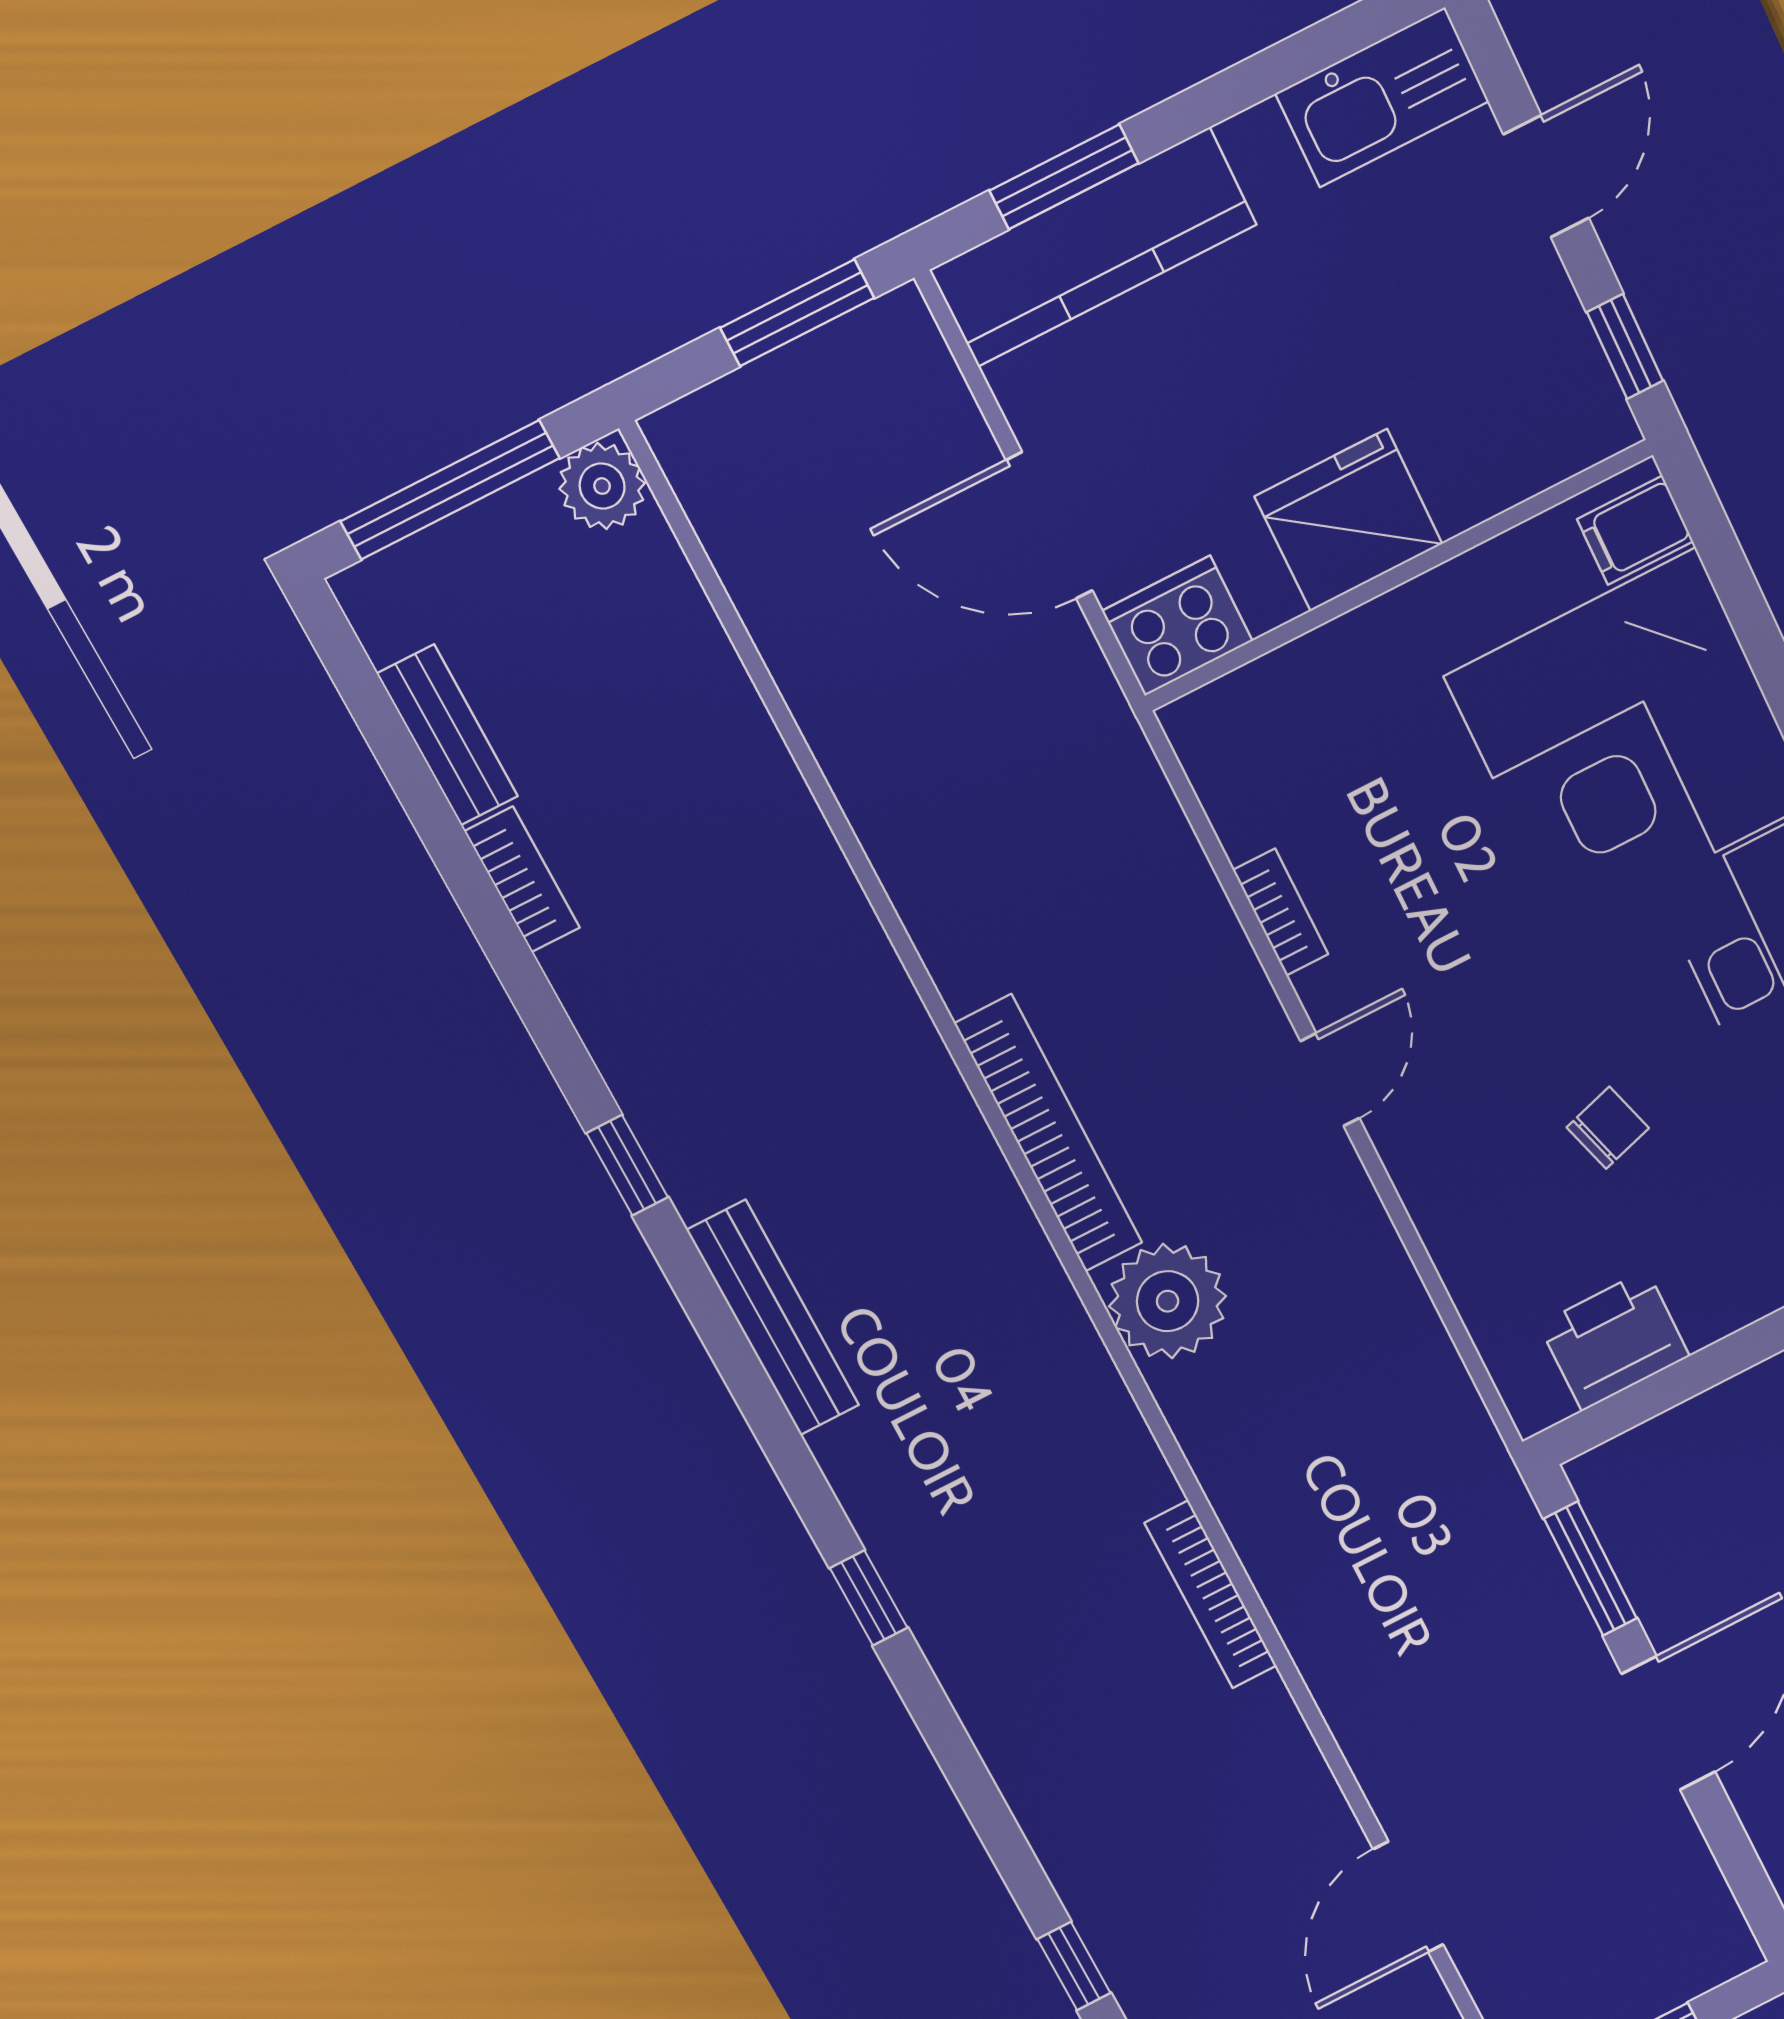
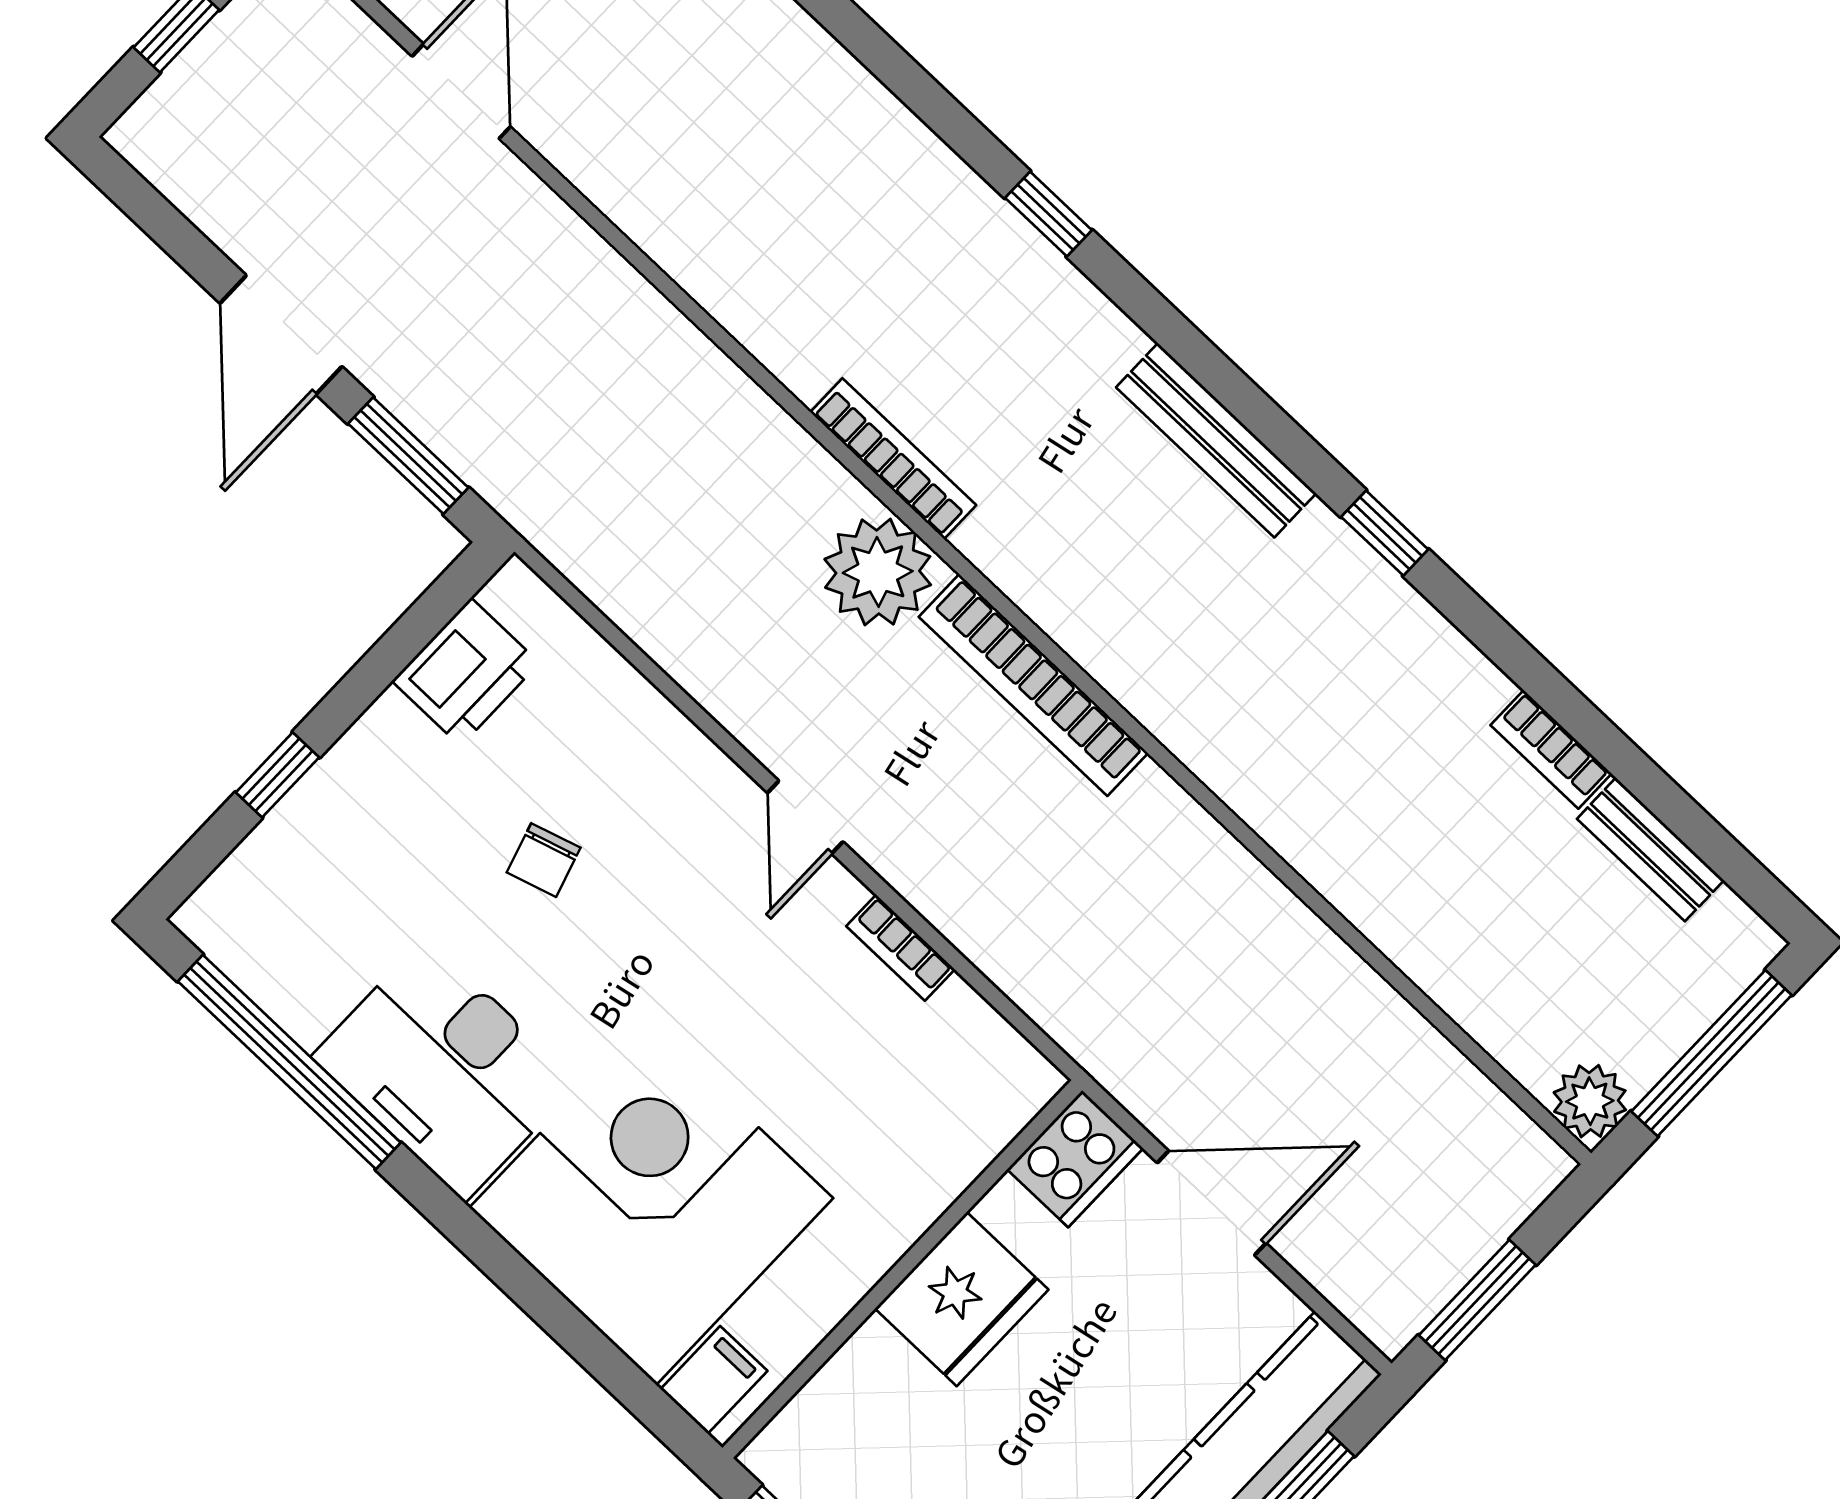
bookcase: (1211, 1595) -> (893, 459), moved

